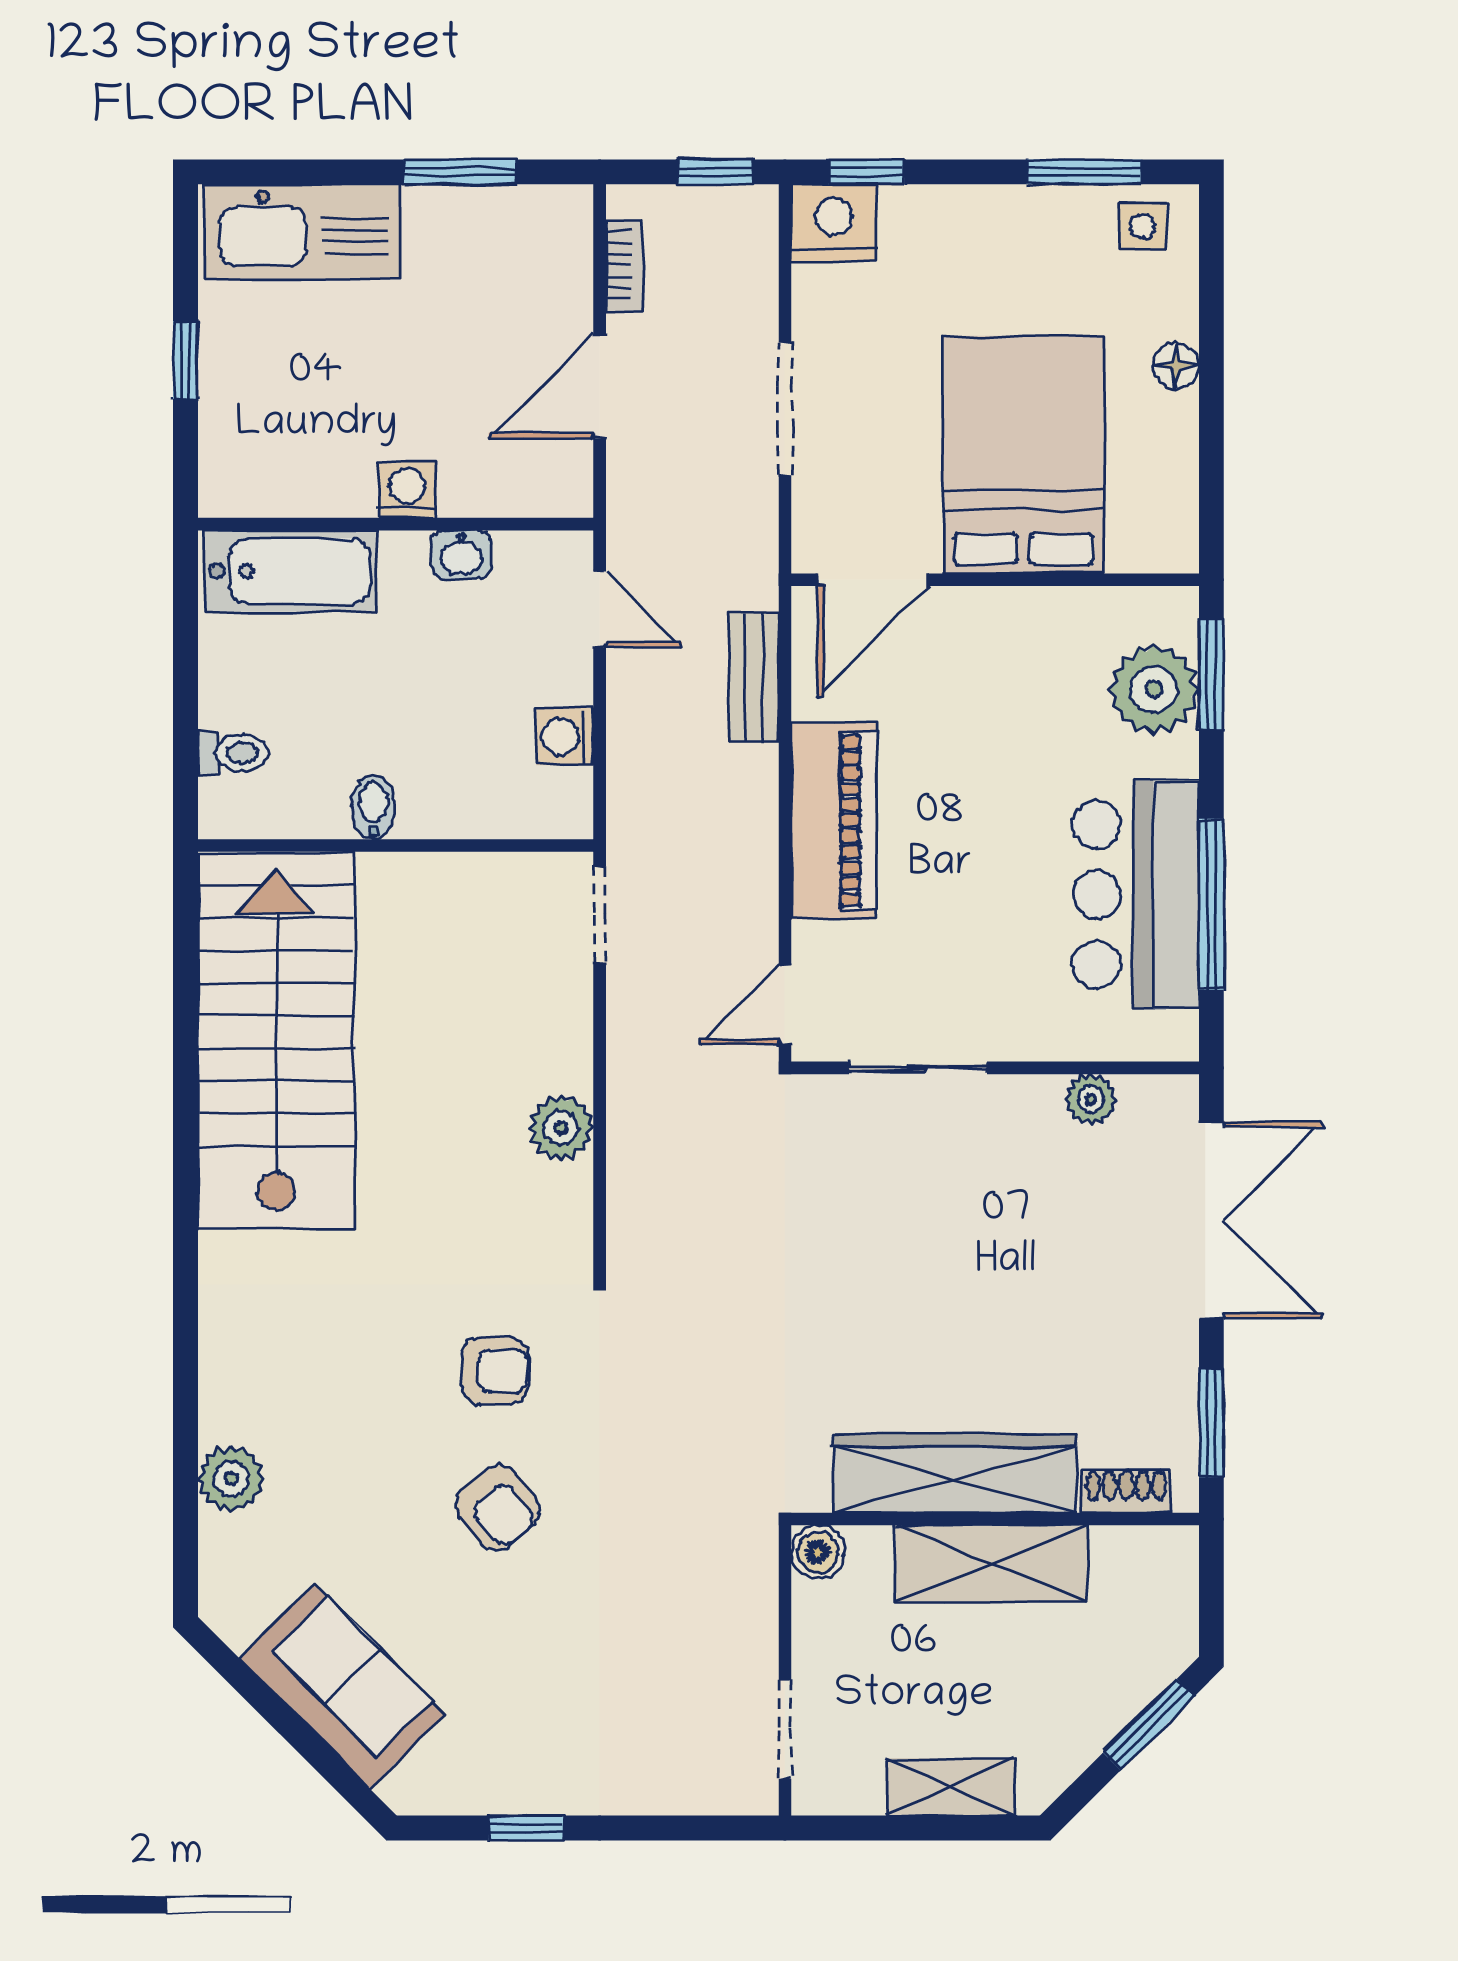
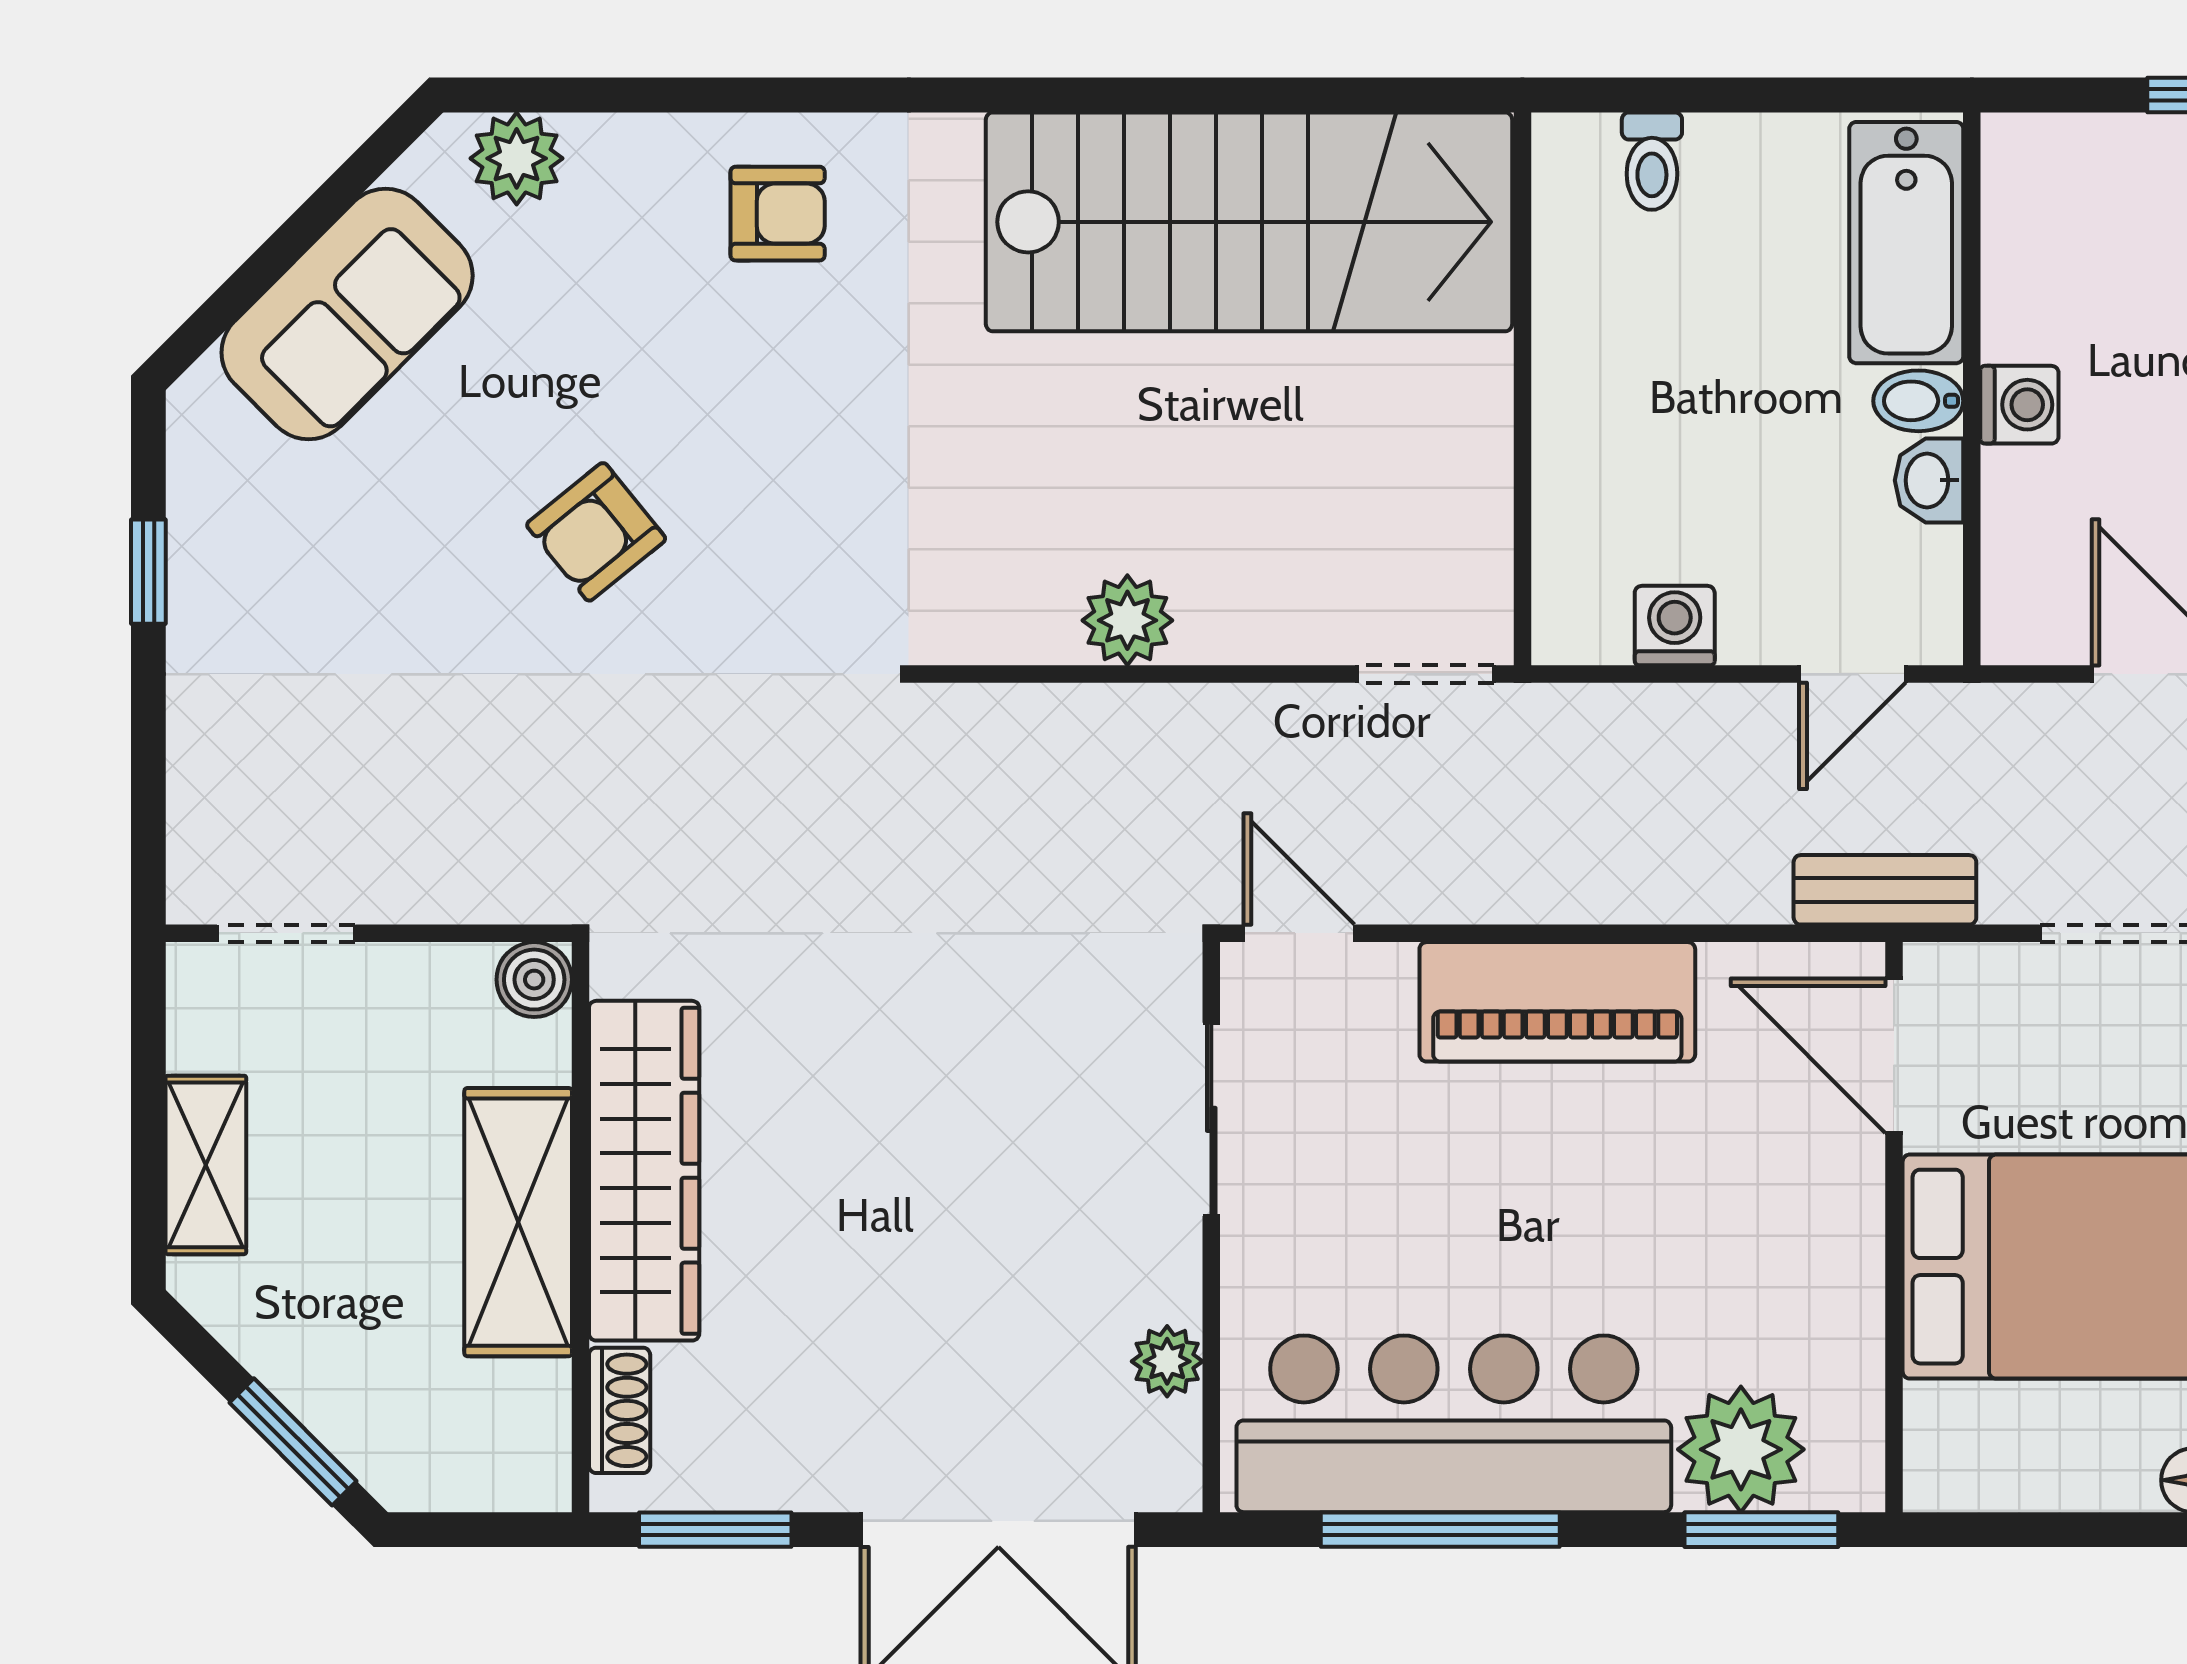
bench: (754, 678) -> (1885, 890), moved
bidet: (373, 807) -> (1918, 401), moved, turned 180
bar counter: (1136, 895) -> (1454, 1424), width x1.36
armchair: (495, 1371) -> (778, 214), moved, turned -90
plant: (231, 1479) -> (517, 158), moved

